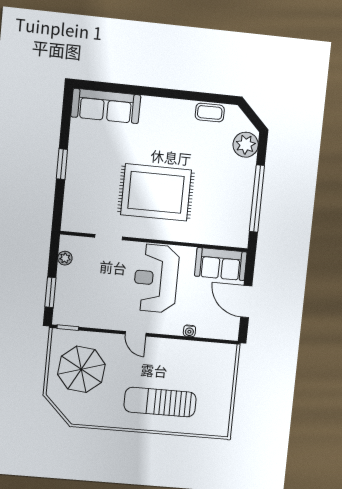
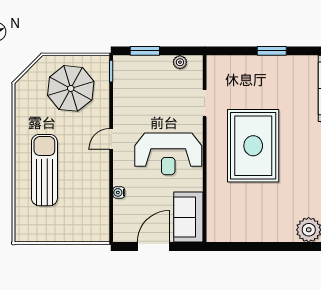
window: (257, 199) -> (257, 247), removed
reception desk: (156, 278) -> (168, 154), turned 180

